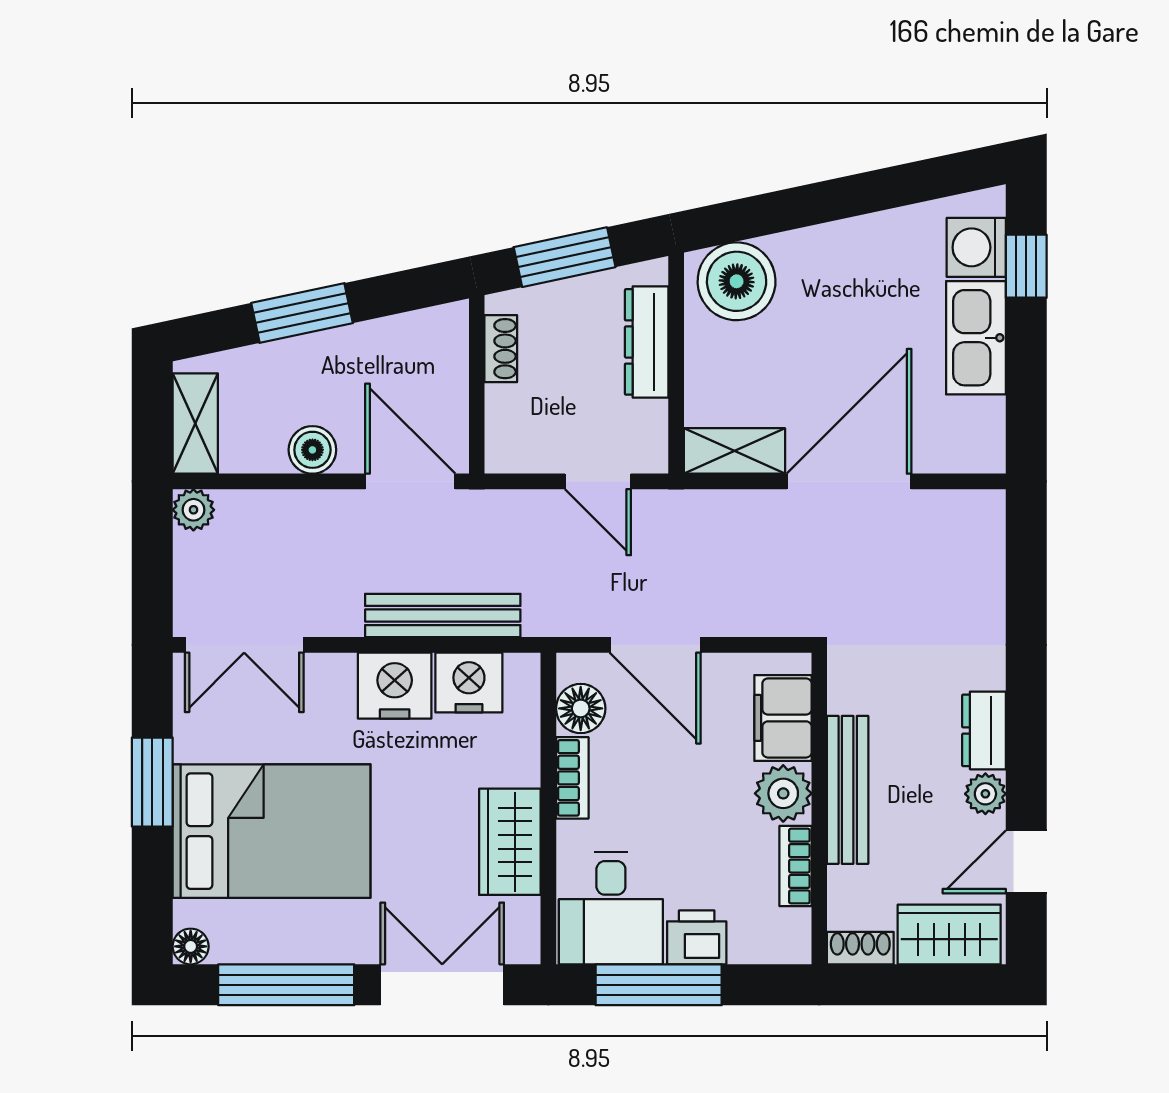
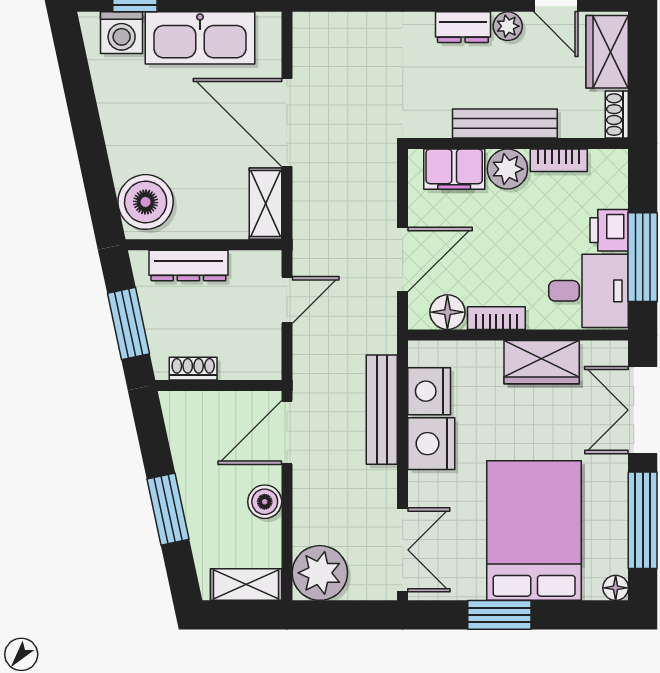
kitchen sink: (976, 338) -> (200, 38), width x1.36, depth x1.24
plant: (193, 510) -> (320, 573), width x1.88, depth x1.88

